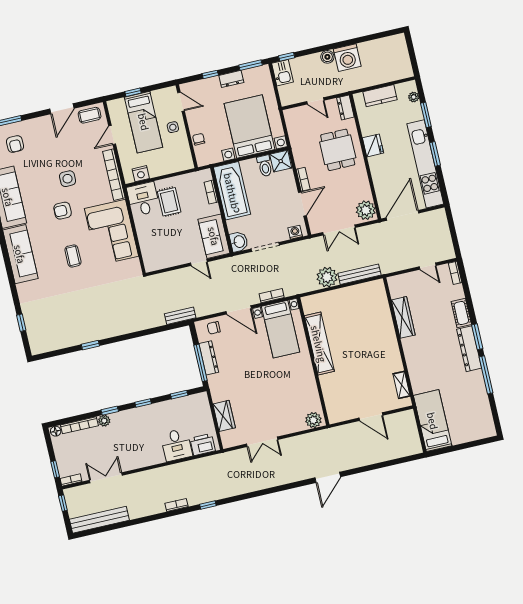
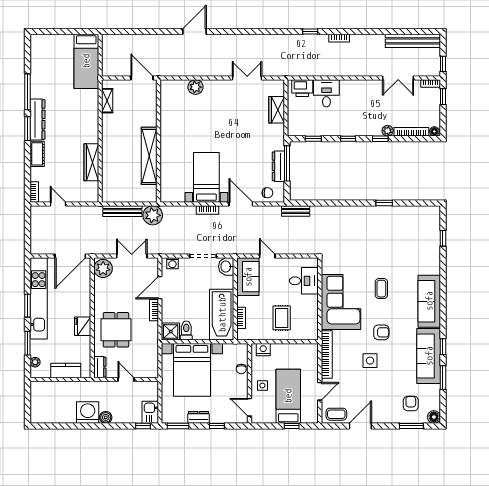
nightstand: (141, 174) -> (263, 350), moved
desk: (143, 199) -> (304, 281), moved, turned -90
shelving: (319, 344) -> (149, 156), moved
wall: (313, 361) -> (159, 141), moved

